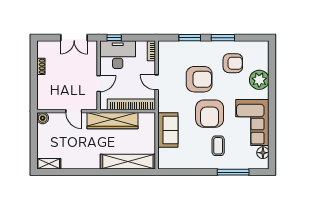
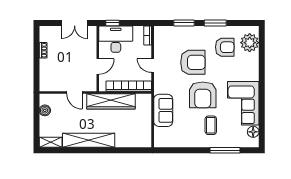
plant: (259, 80) -> (250, 43), moved
boiler: (43, 118) -> (45, 110), moved
shelving: (128, 162) -> (89, 140), moved

